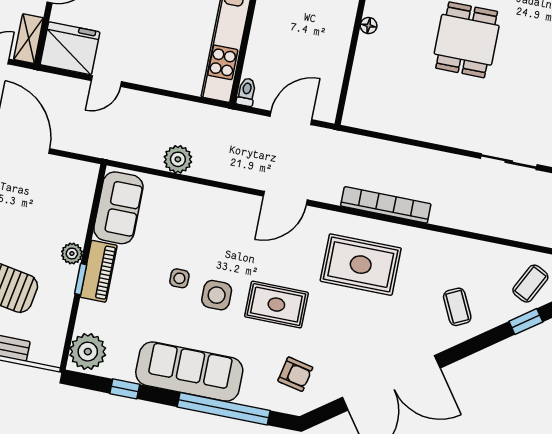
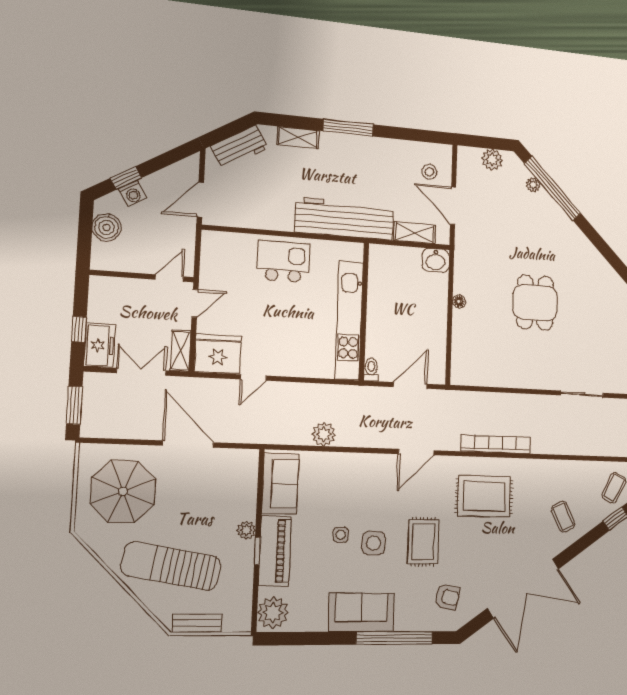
piano: (99, 271) -> (275, 551), width x1.37, depth x1.33
rug: (276, 305) -> (423, 542), turned 90
sofa: (189, 372) -> (361, 612), width x0.73
window: (125, 389) -> (309, 638), removed

